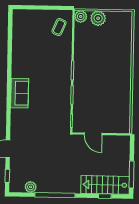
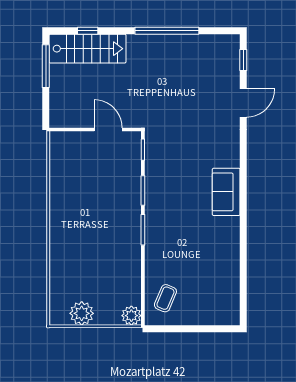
plant: (98, 18) -> (82, 313), moved
plant: (31, 187) -> (206, 43), removed

